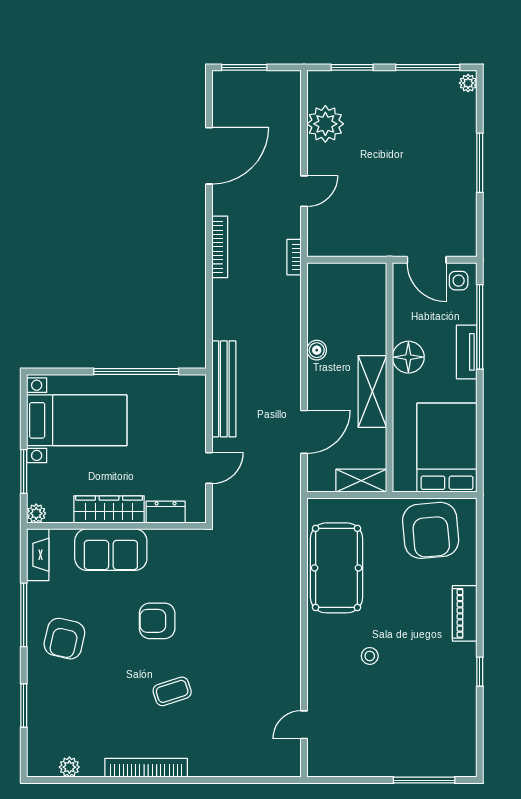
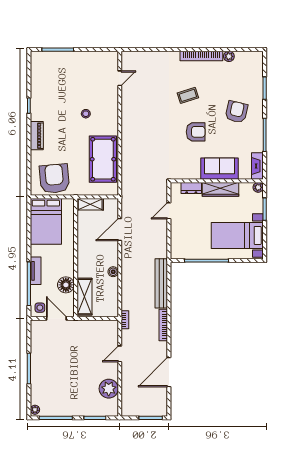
floor lamp: (408, 357) -> (66, 285), moved
bench: (224, 389) -> (161, 283), moved
shelving: (372, 391) -> (84, 297), moved
armchair: (64, 639) -> (237, 112), moved
plant: (69, 767) -> (229, 56), moved

